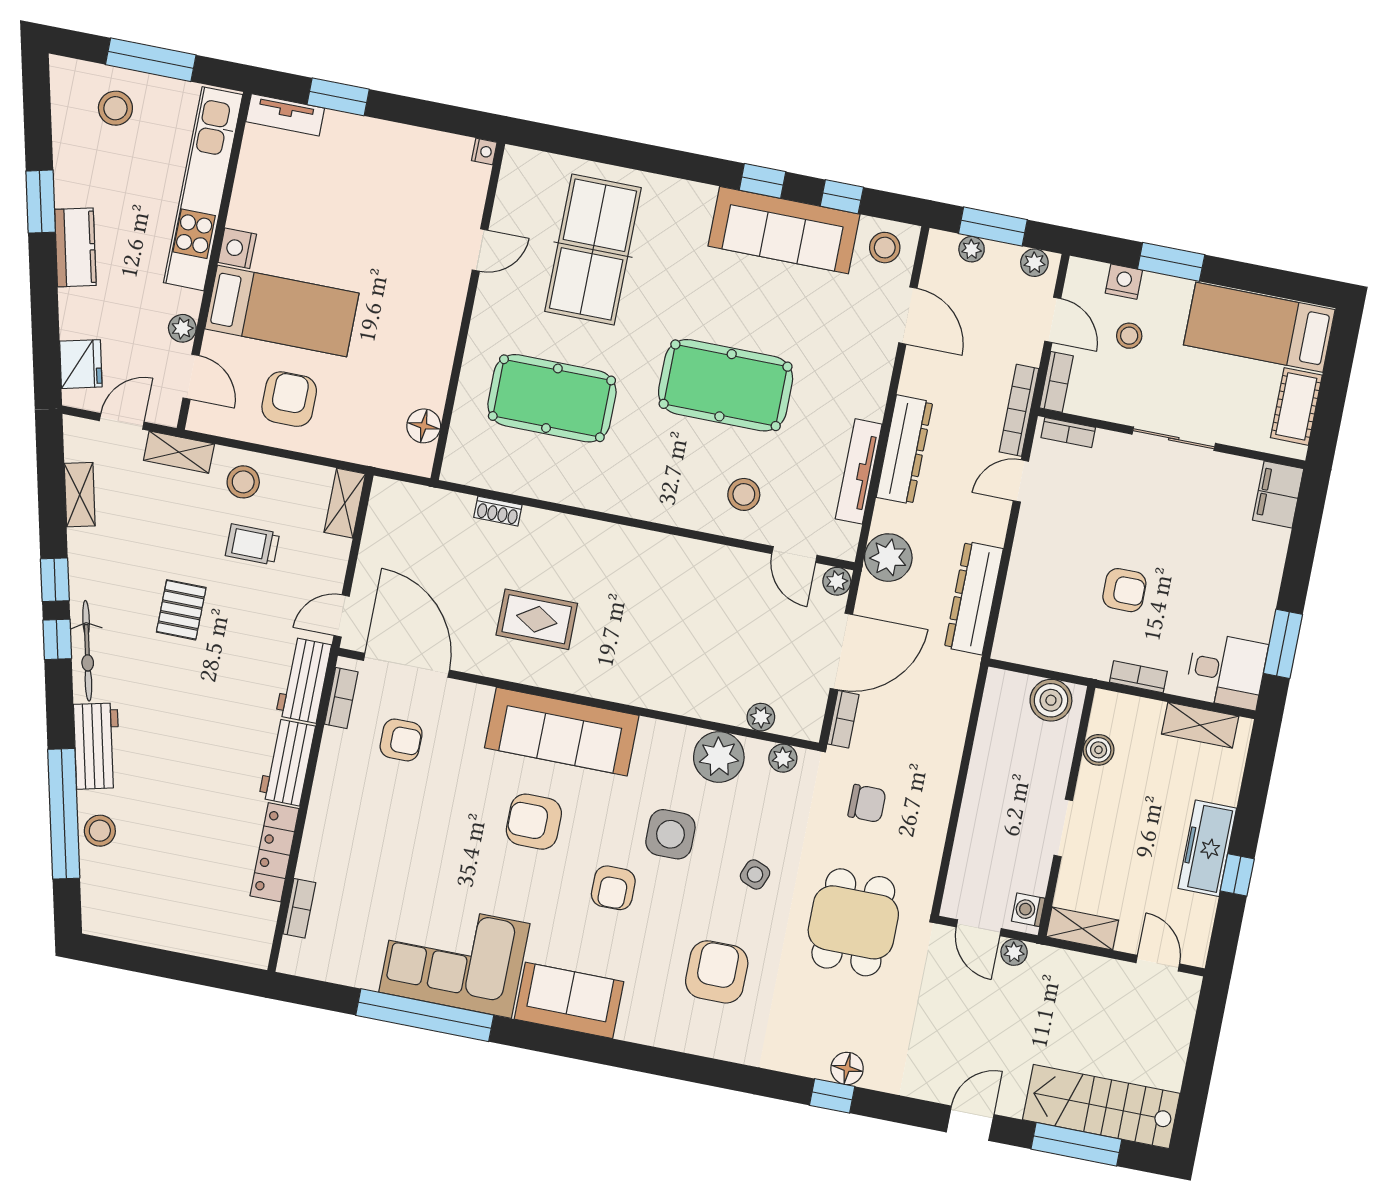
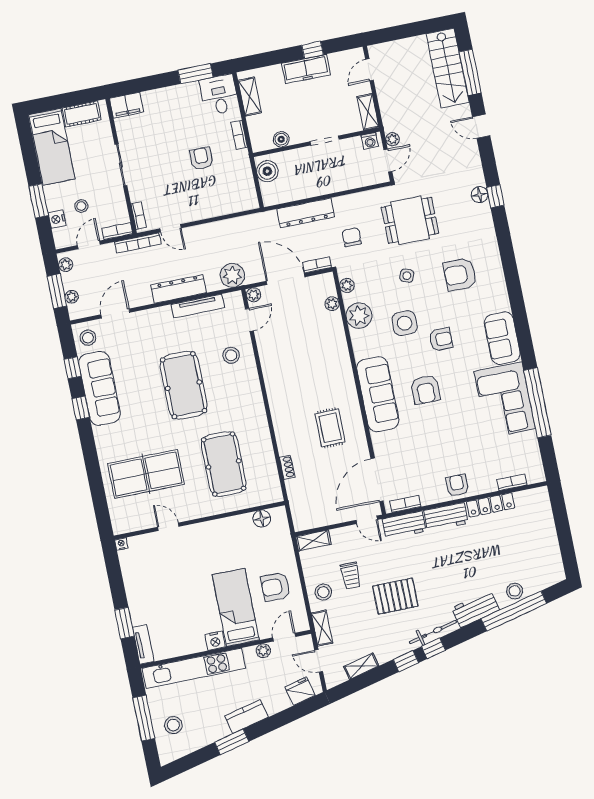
dresser: (974, 598) -> (306, 213), moved
pallet: (181, 610) -> (395, 596), width x1.50, depth x1.42
armchair: (401, 740) -> (457, 485), moved

